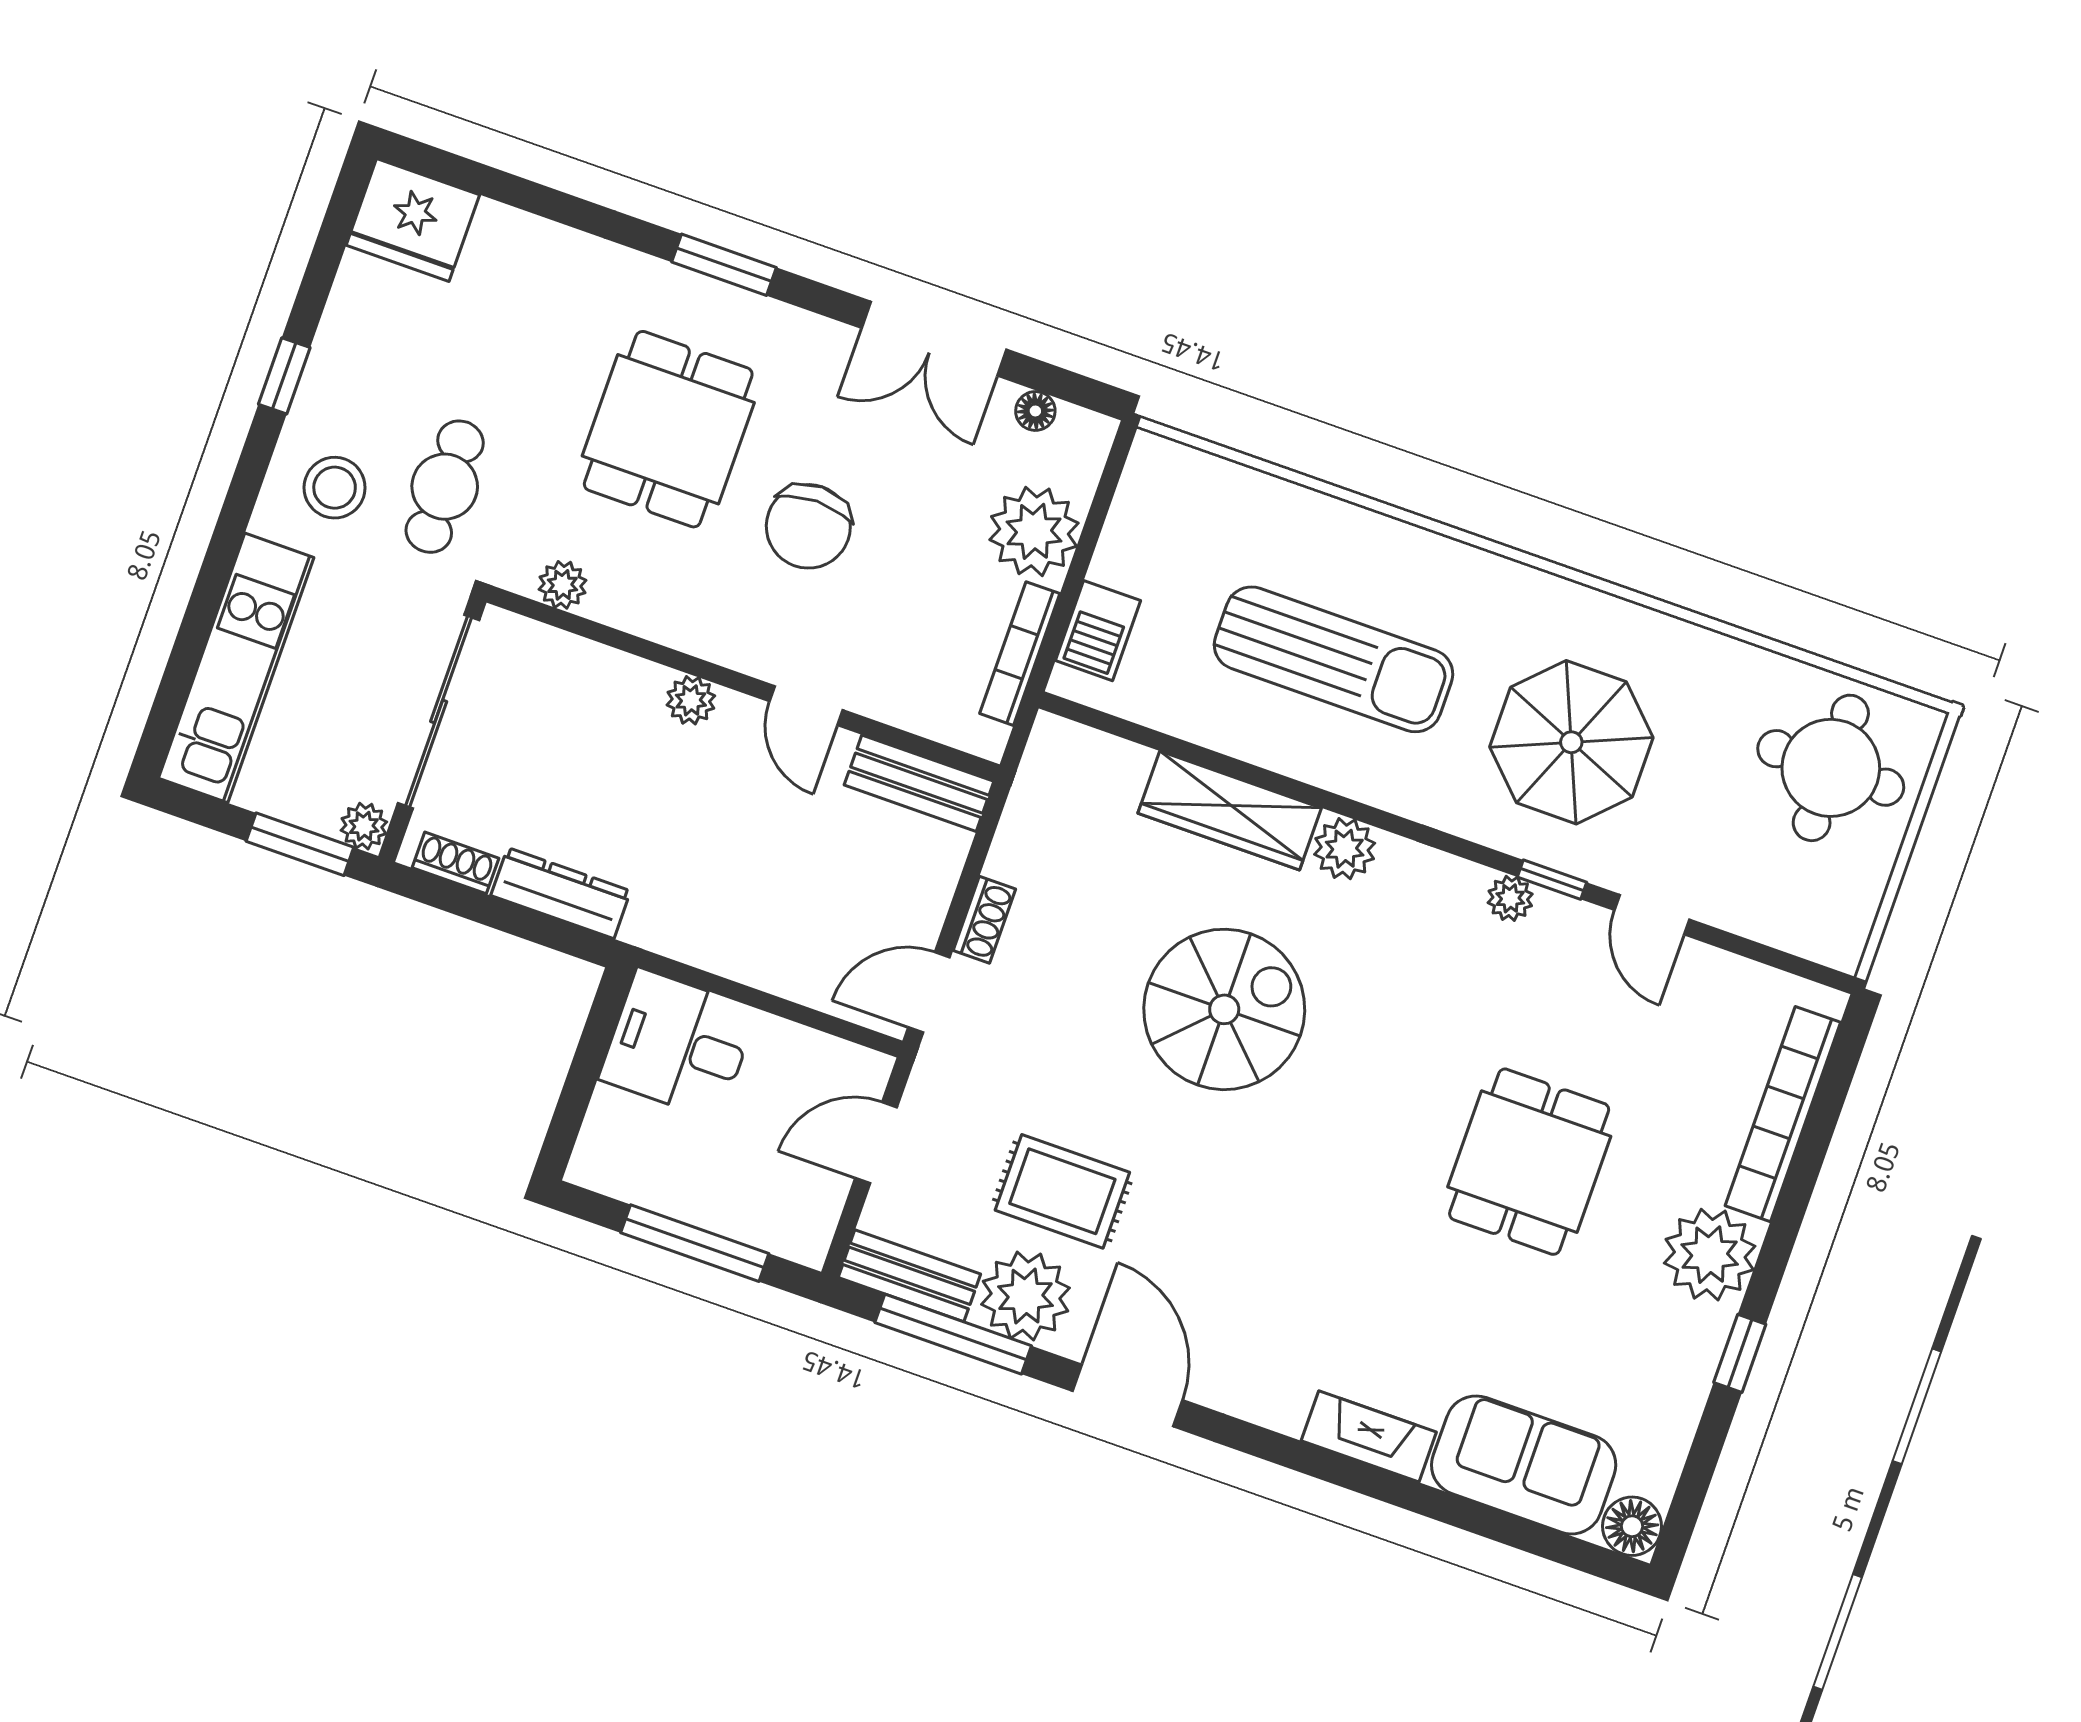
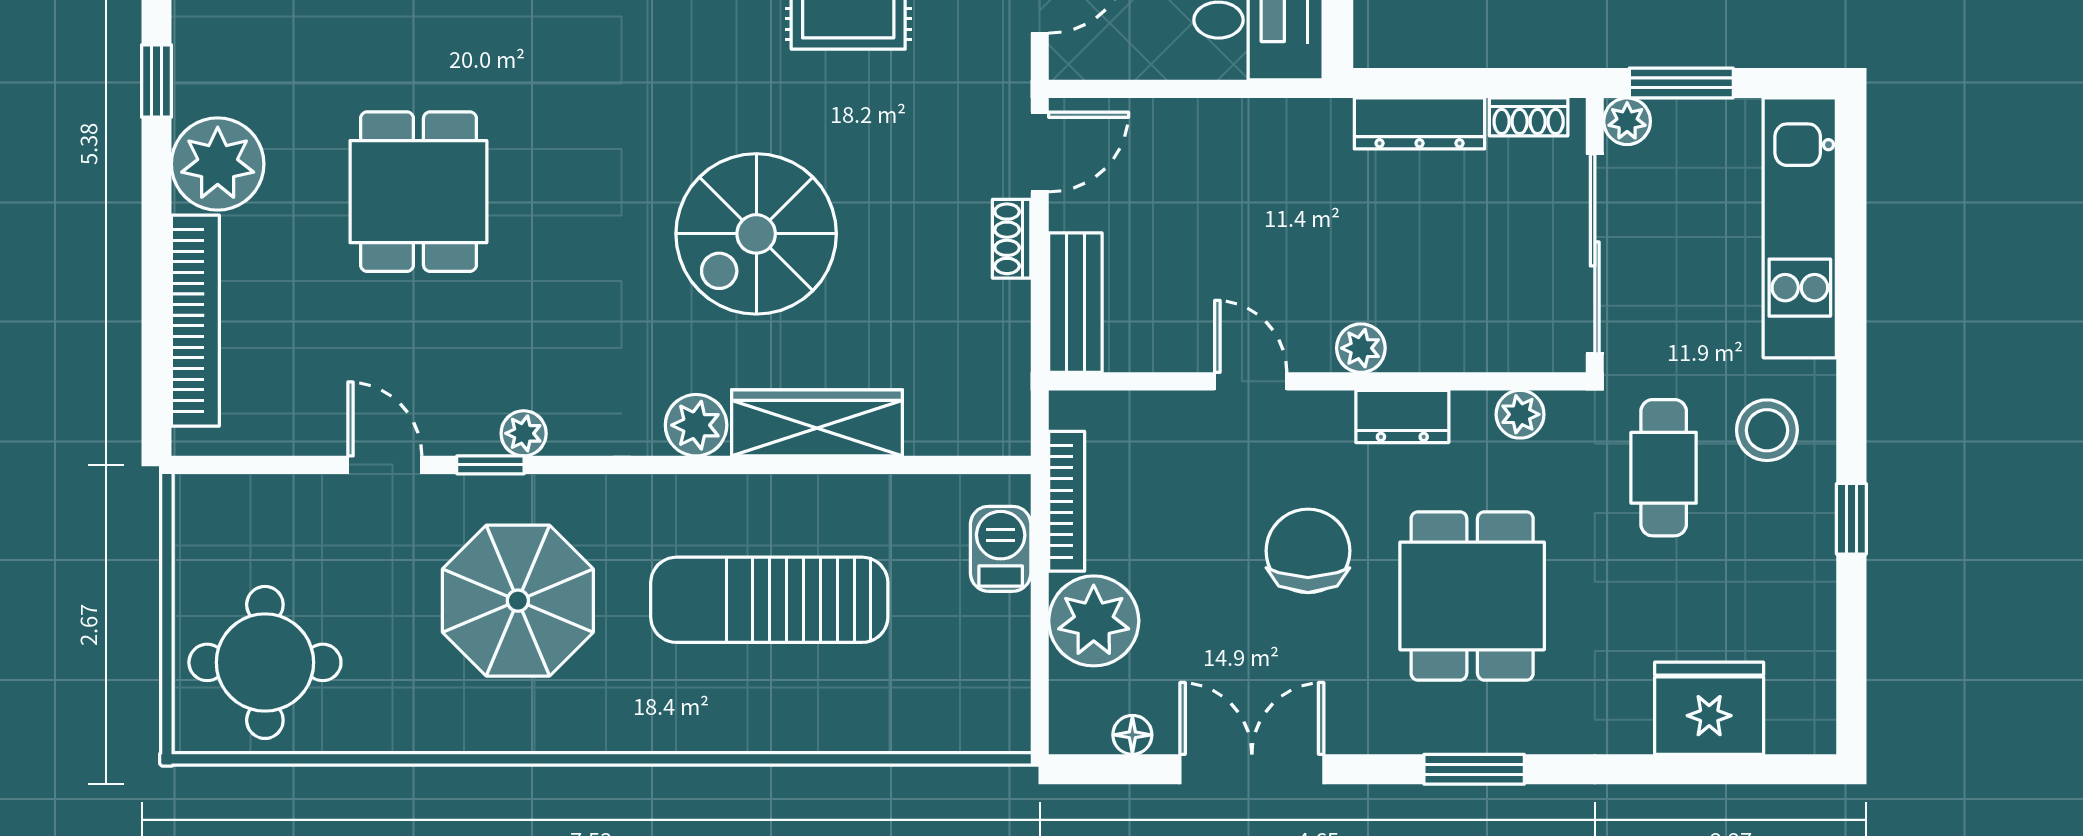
fridge: (413, 220) -> (1709, 708), moved
dresser: (674, 622) -> (1402, 416), added
bench: (919, 783) -> (1075, 303), moved, turned 90

